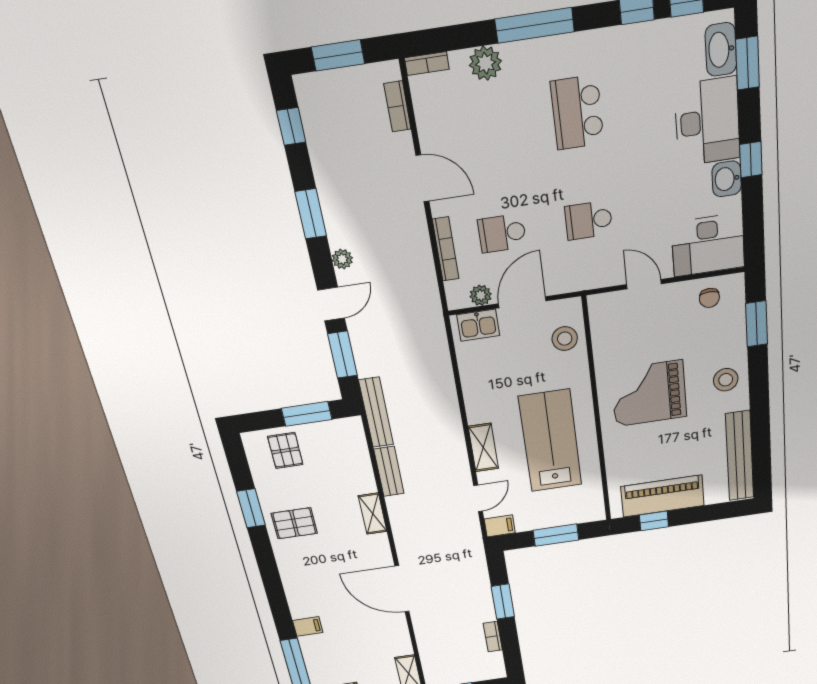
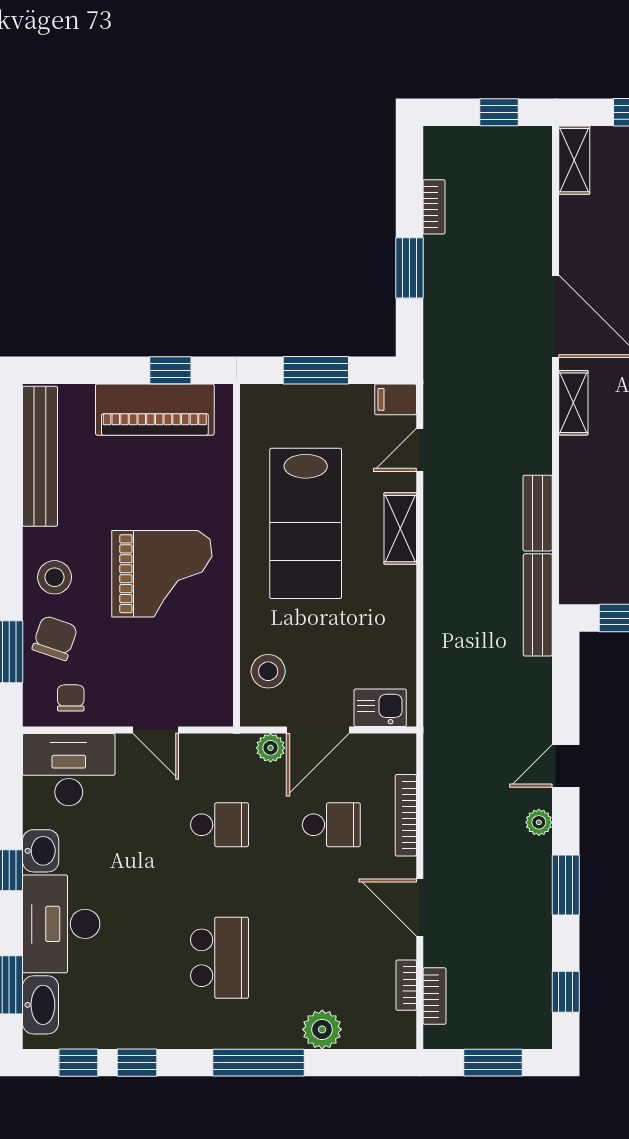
bookcase: (427, 64) -> (406, 985), moved, turned -90
plant: (481, 295) -> (270, 748), moved
chair: (723, 338) -> (55, 638), added
window: (342, 355) -> (566, 695), removed
shelving: (373, 514) -> (573, 403), moved

